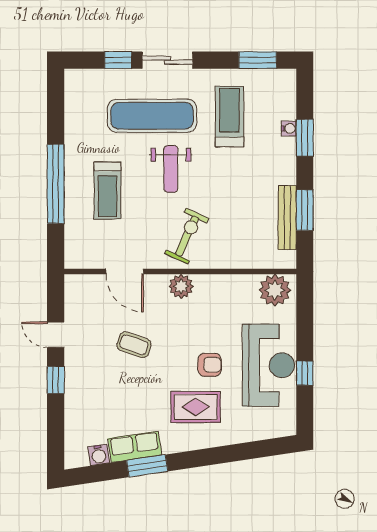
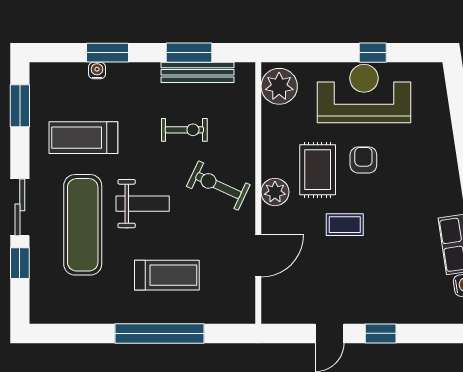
exercise bike: (236, 206) -> (184, 130), added
coffee table: (134, 345) -> (345, 225), moved, turned 71
rug: (196, 407) -> (318, 170), moved

